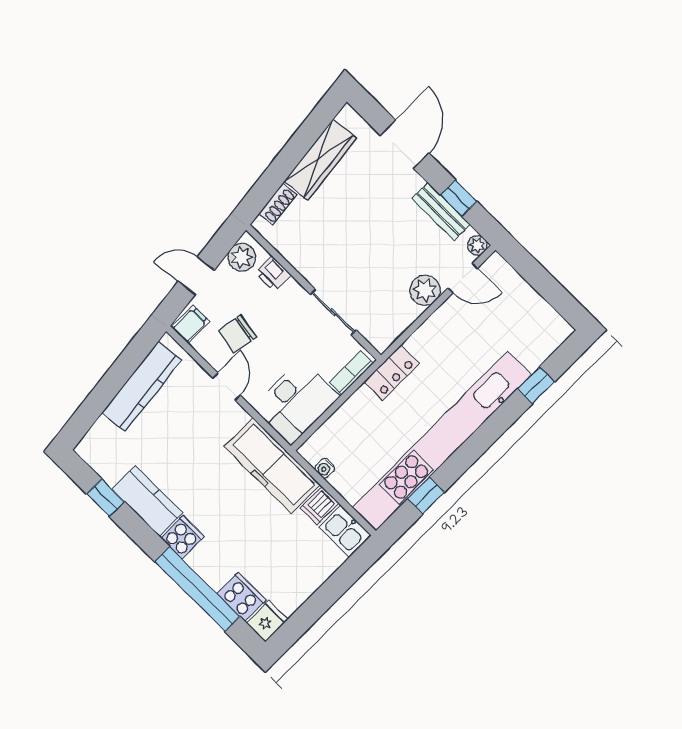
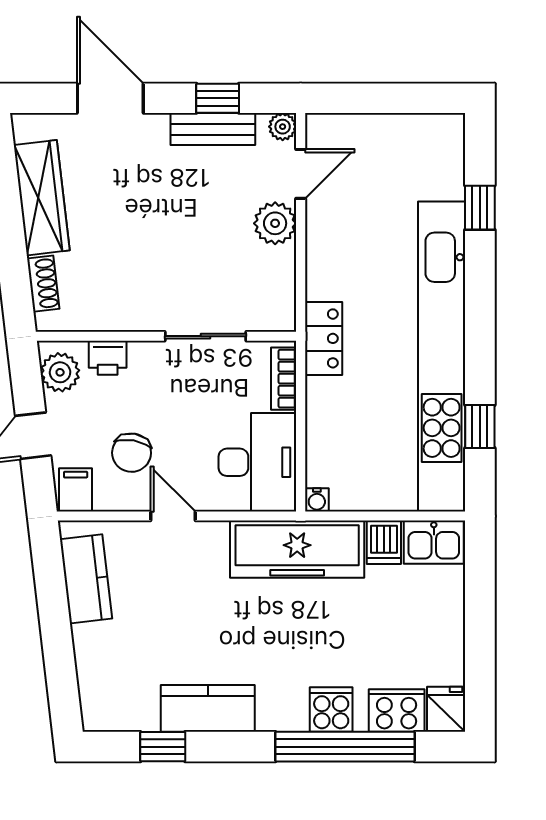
kitchen counter: (142, 386) -> (86, 579), width x0.67
water cooler: (325, 468) -> (317, 500), moved
cooker: (183, 537) -> (331, 710), moved

